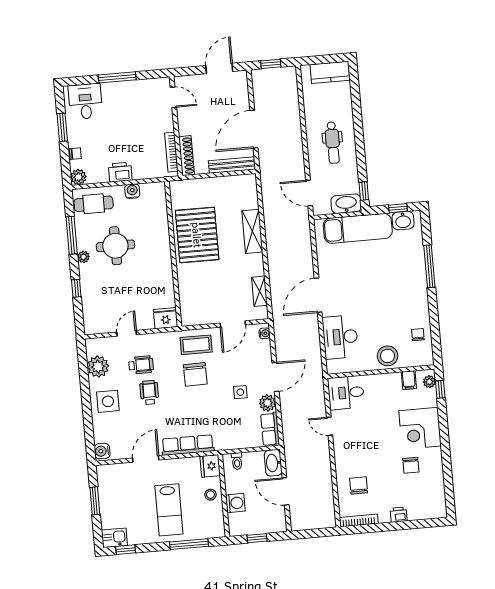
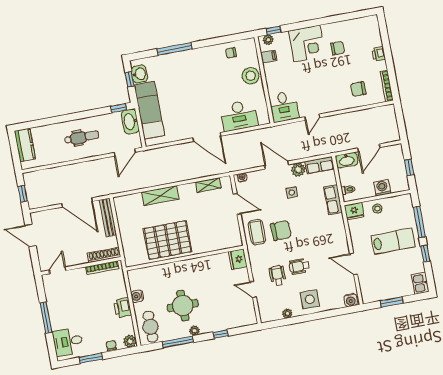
plant: (98, 367) -> (287, 313), width x0.53, depth x0.53
row of seats: (188, 445) -> (333, 200), moved, width x0.68
window: (126, 550) -> (425, 254), moved

